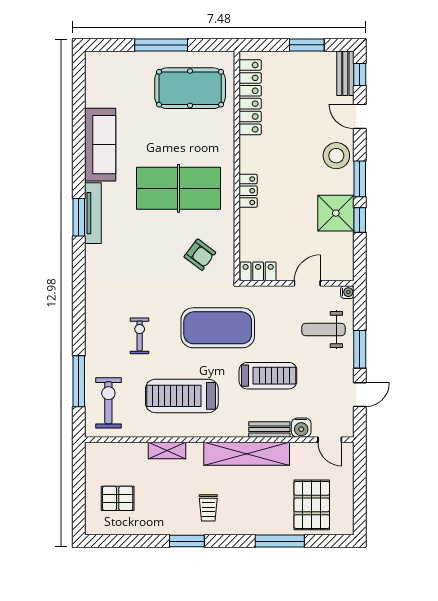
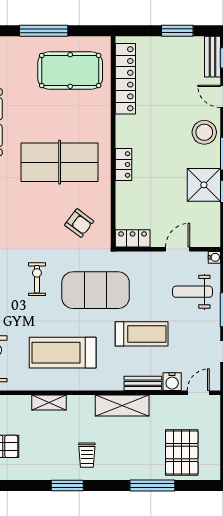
exercise bike: (140, 336) -> (37, 279), moved
door: (330, 440) -> (198, 393), swing flipped
shelving: (247, 454) -> (122, 406), width x0.68

